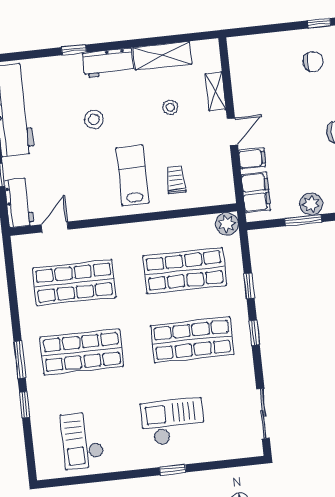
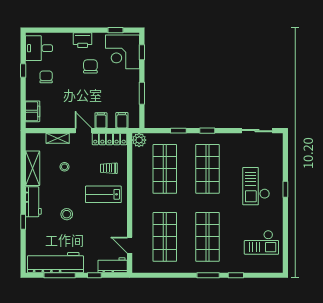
filing cabinet: (255, 46) -> (33, 111), added
locker: (224, 176) -> (109, 139), added
filing cabinet: (256, 192) -> (122, 120), width x0.50
plant: (311, 204) -> (133, 88), removed

